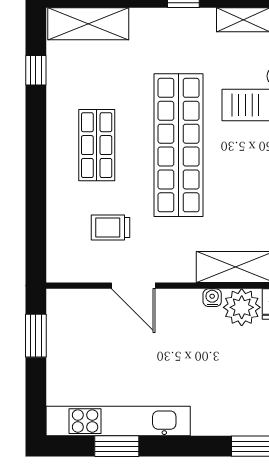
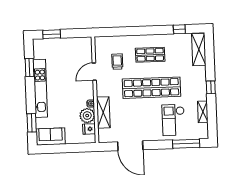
window: (36, 336) -> (52, 34), moved
kitchen unit: (118, 421) -> (40, 88), moved

